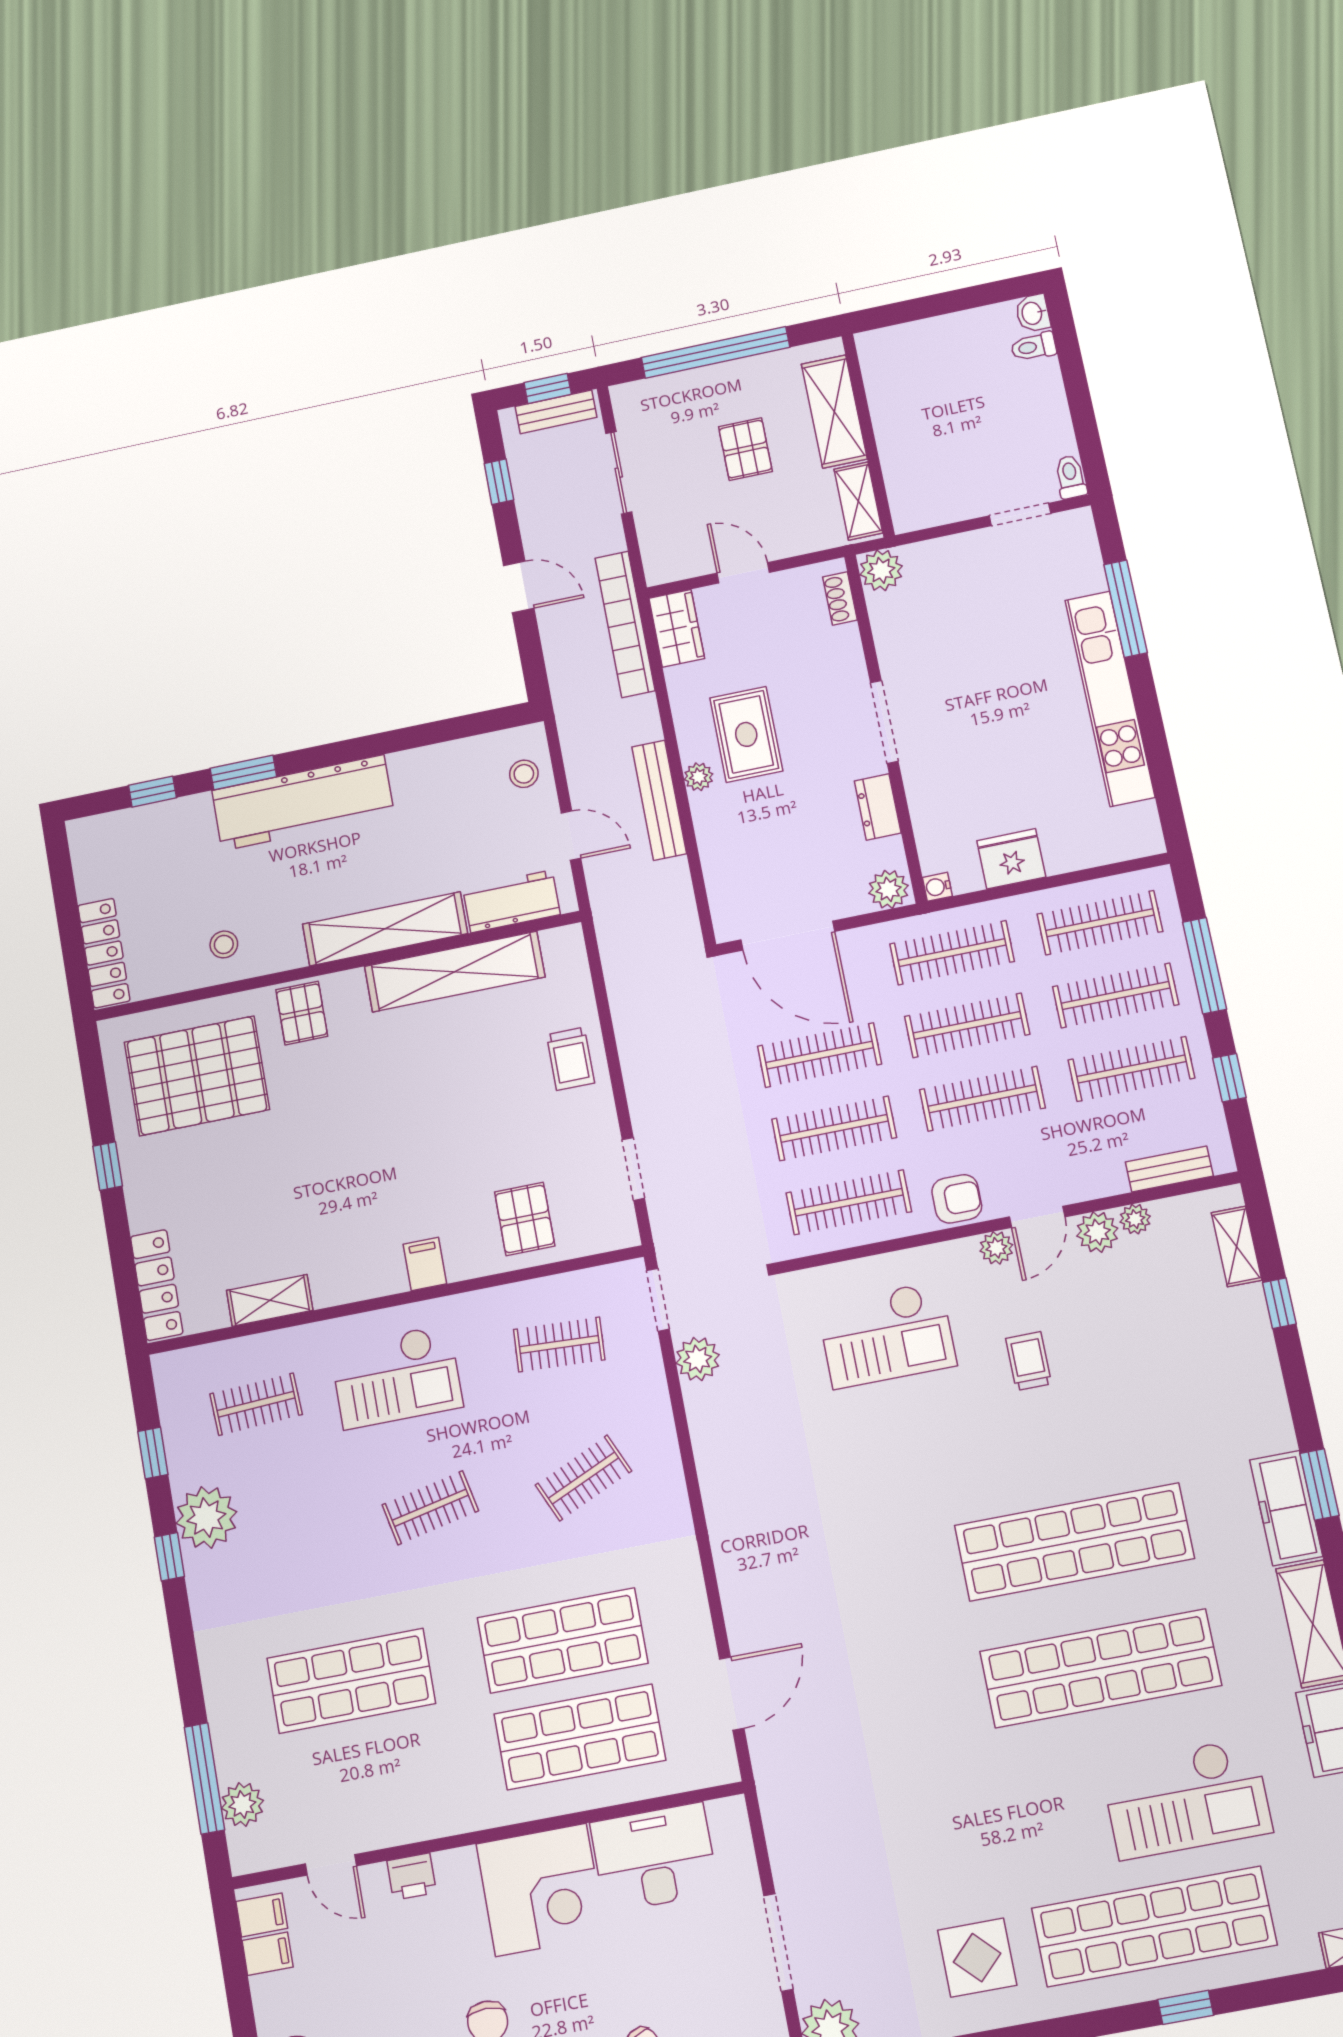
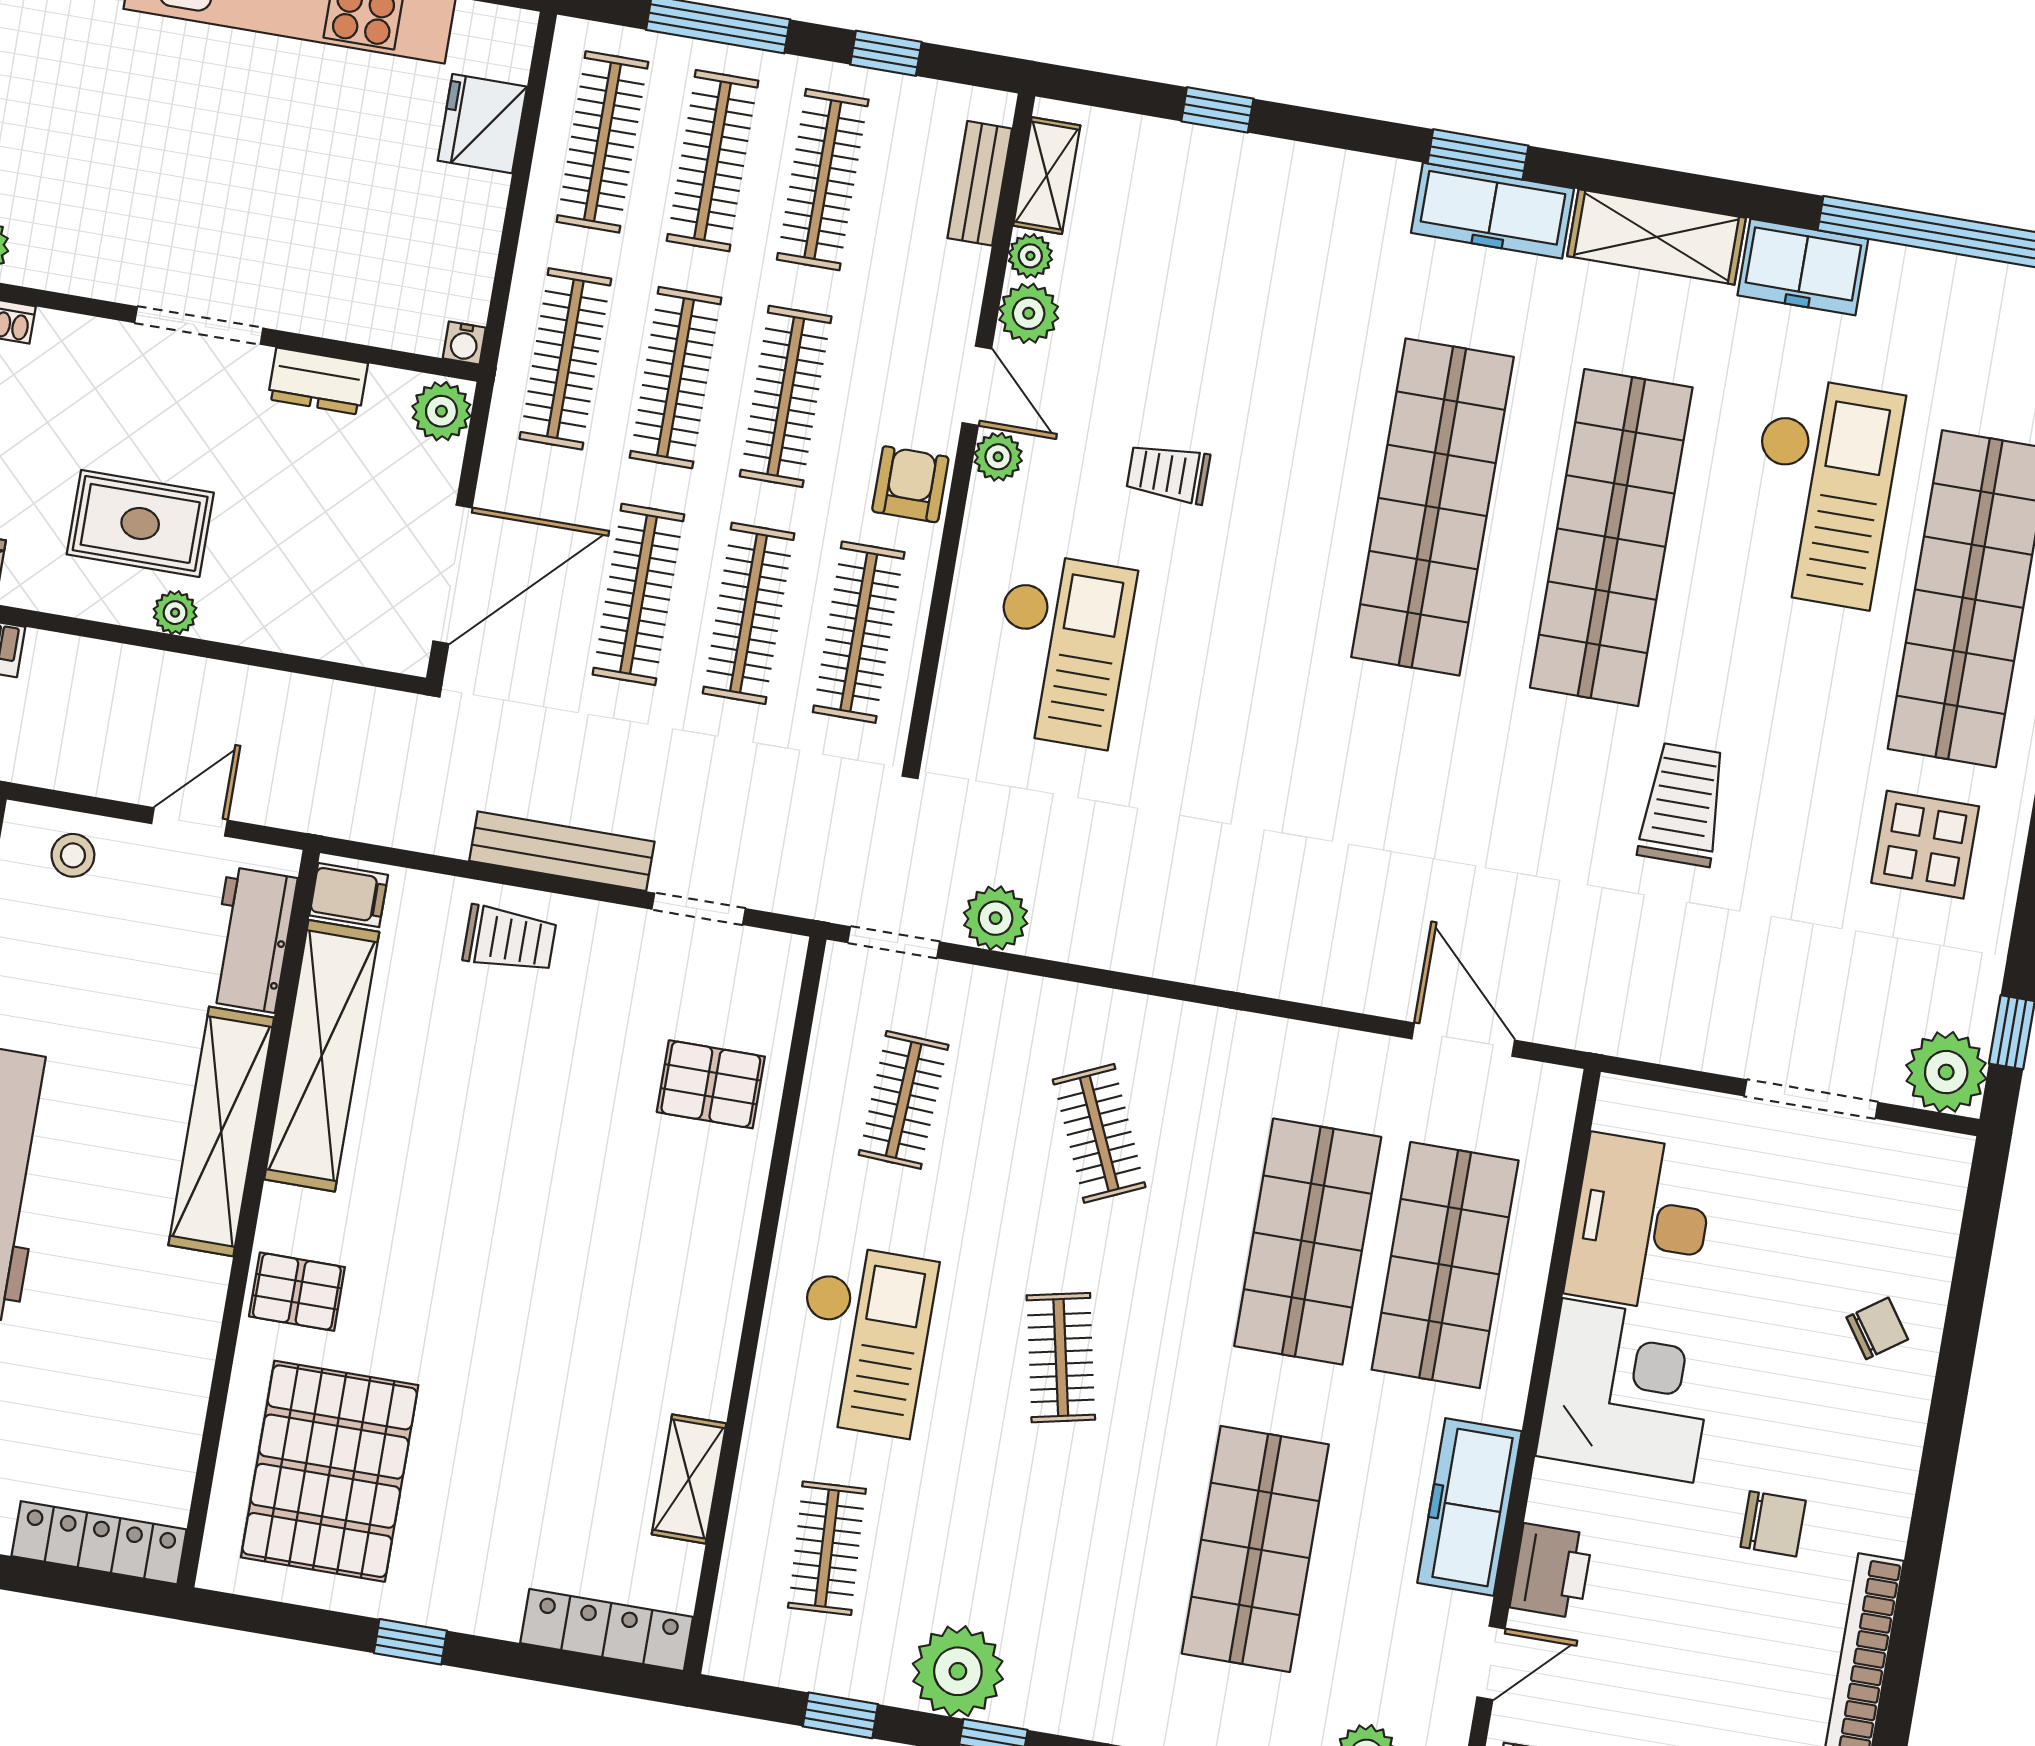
bench: (659, 800) -> (562, 851), moved
fridge: (1011, 859) -> (482, 124), moved
stool: (224, 944) -> (154, 1367), removed
shelving: (1236, 1246) -> (1047, 176), moved, turned 90
filing cabinet: (425, 1264) -> (349, 895), moved, turned 180
trolley: (941, 1783) -> (1683, 805), added
freezer: (428, 1812) -> (1469, 1507), added
printer: (412, 1877) -> (1551, 1571), width x1.36, depth x1.24

